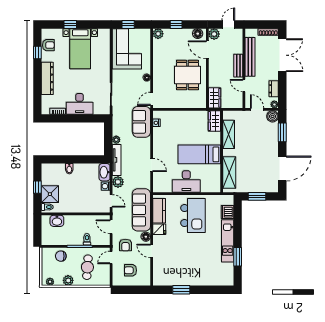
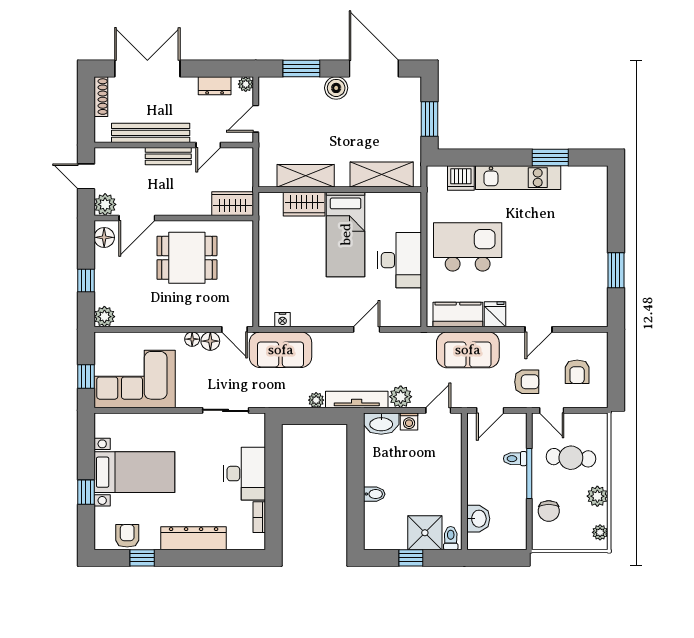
boiler: (273, 116) -> (336, 88), moved
wardrobe: (214, 121) -> (304, 204), moved
sofa: (141, 210) -> (468, 350), width x0.73
floor lamp: (146, 237) -> (210, 341), moved

